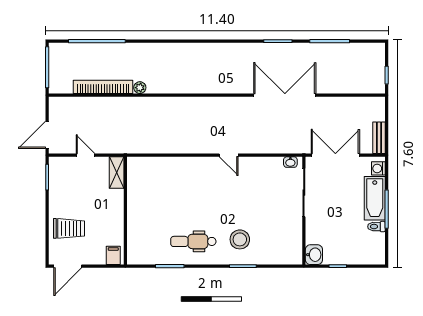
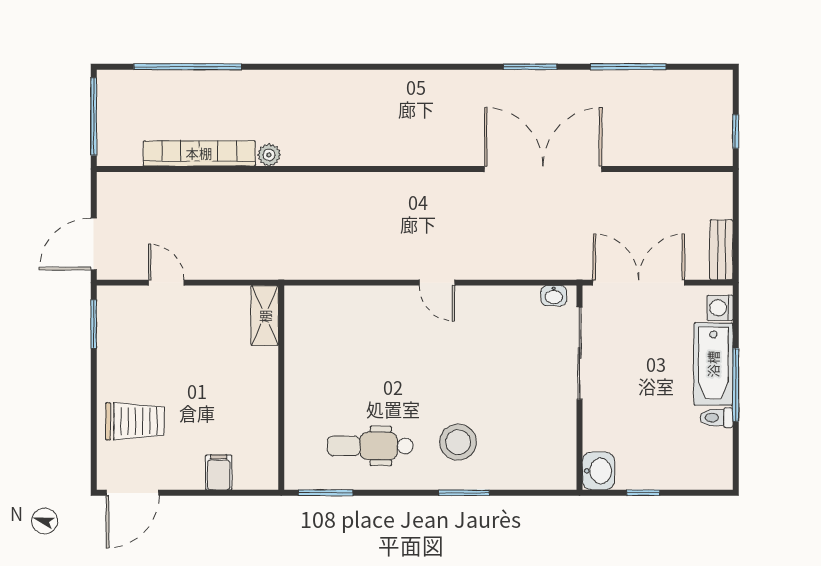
shelving: (117, 173) -> (265, 316), moved
wall: (125, 211) -> (281, 388), moved

